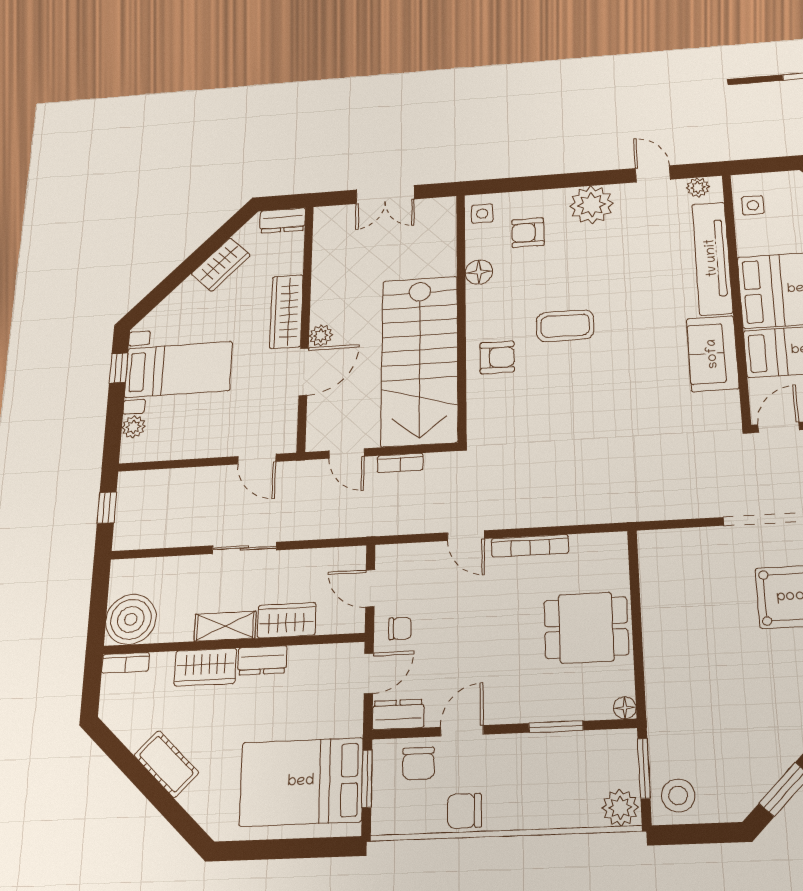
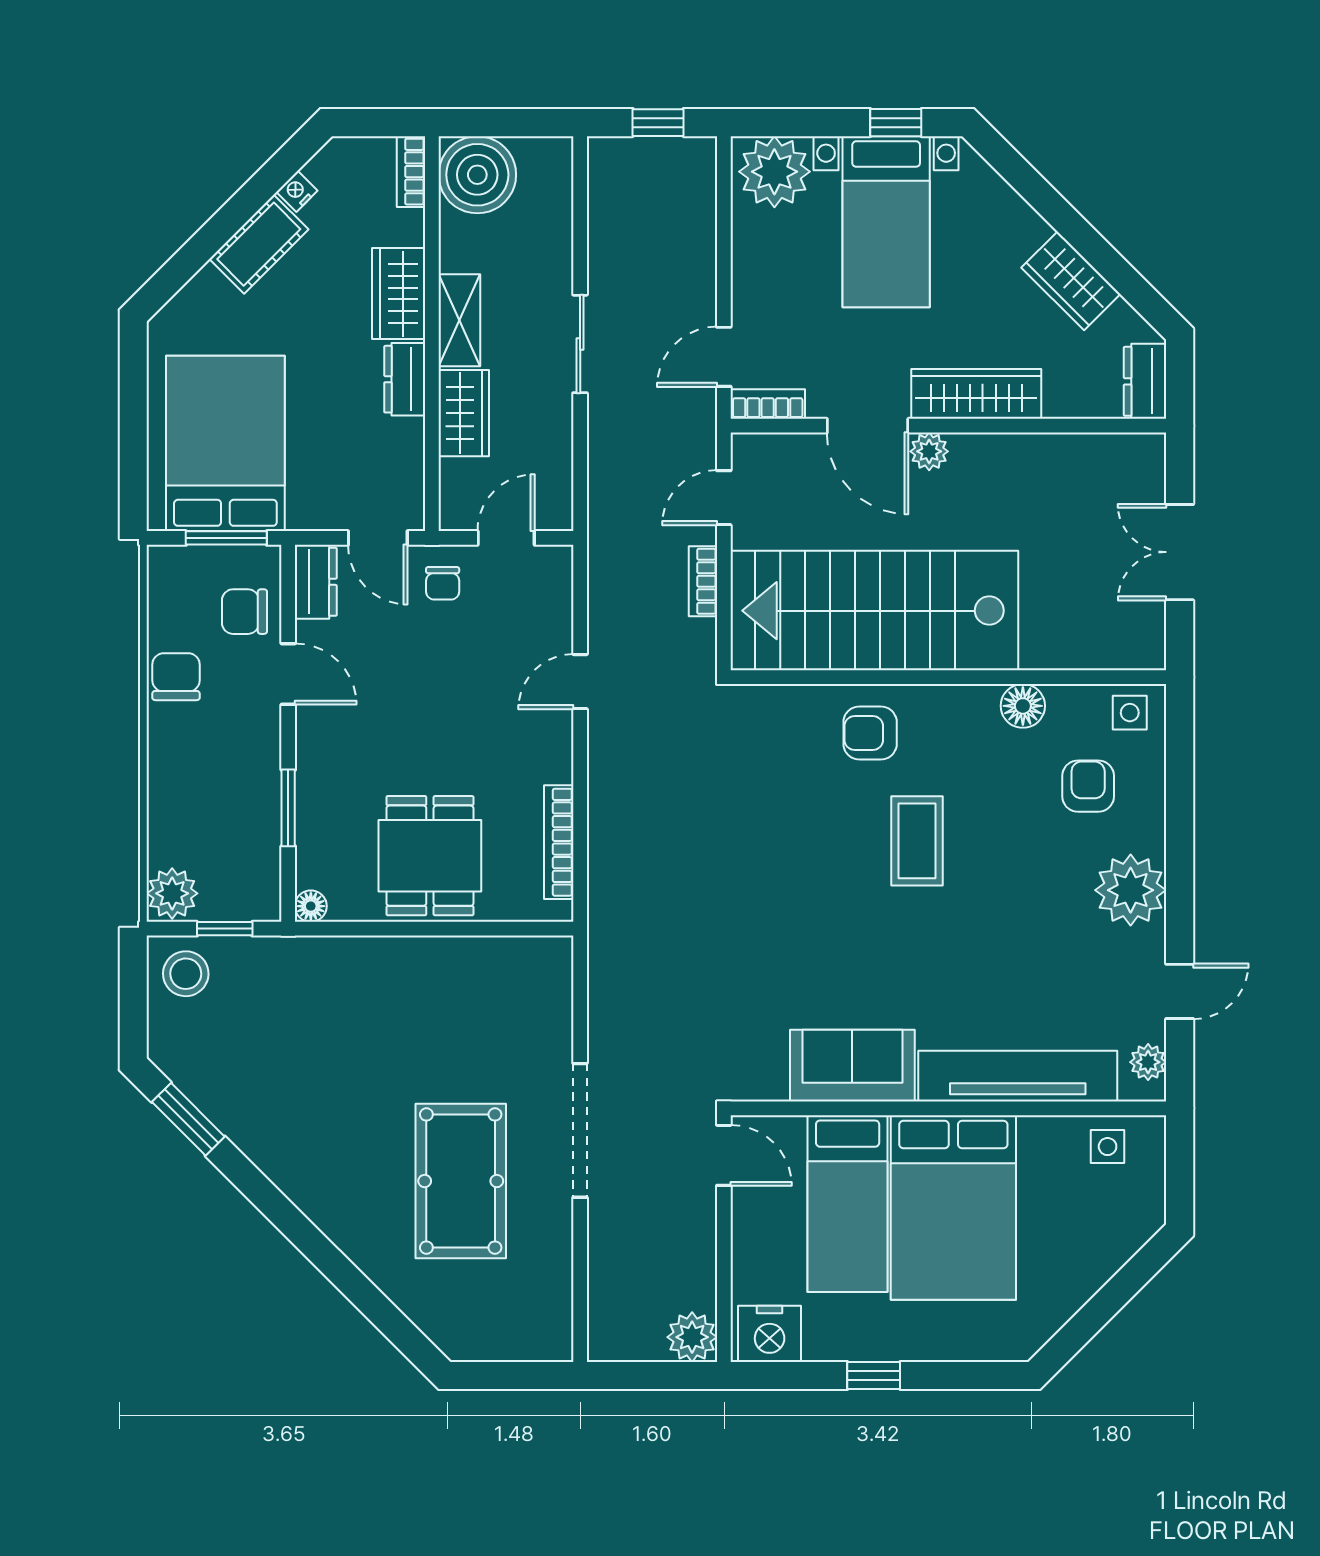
armchair: (497, 357) -> (870, 733), turned 90
plant: (133, 427) -> (774, 172), width x1.88, depth x1.88
bookcase: (288, 431) -> (768, 404), added
bookcase: (530, 546) -> (559, 842), moved
nightstand: (133, 739) -> (297, 191), added
window: (644, 768) -> (225, 929), width x0.67

